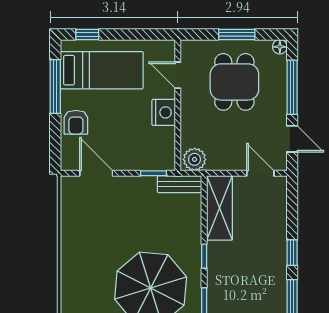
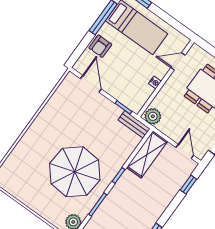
door: (178, 75) -> (178, 61), hinge flipped
nightstand: (164, 112) -> (155, 82), width x0.53, depth x0.56
window: (292, 253) -> (188, 185), moved

